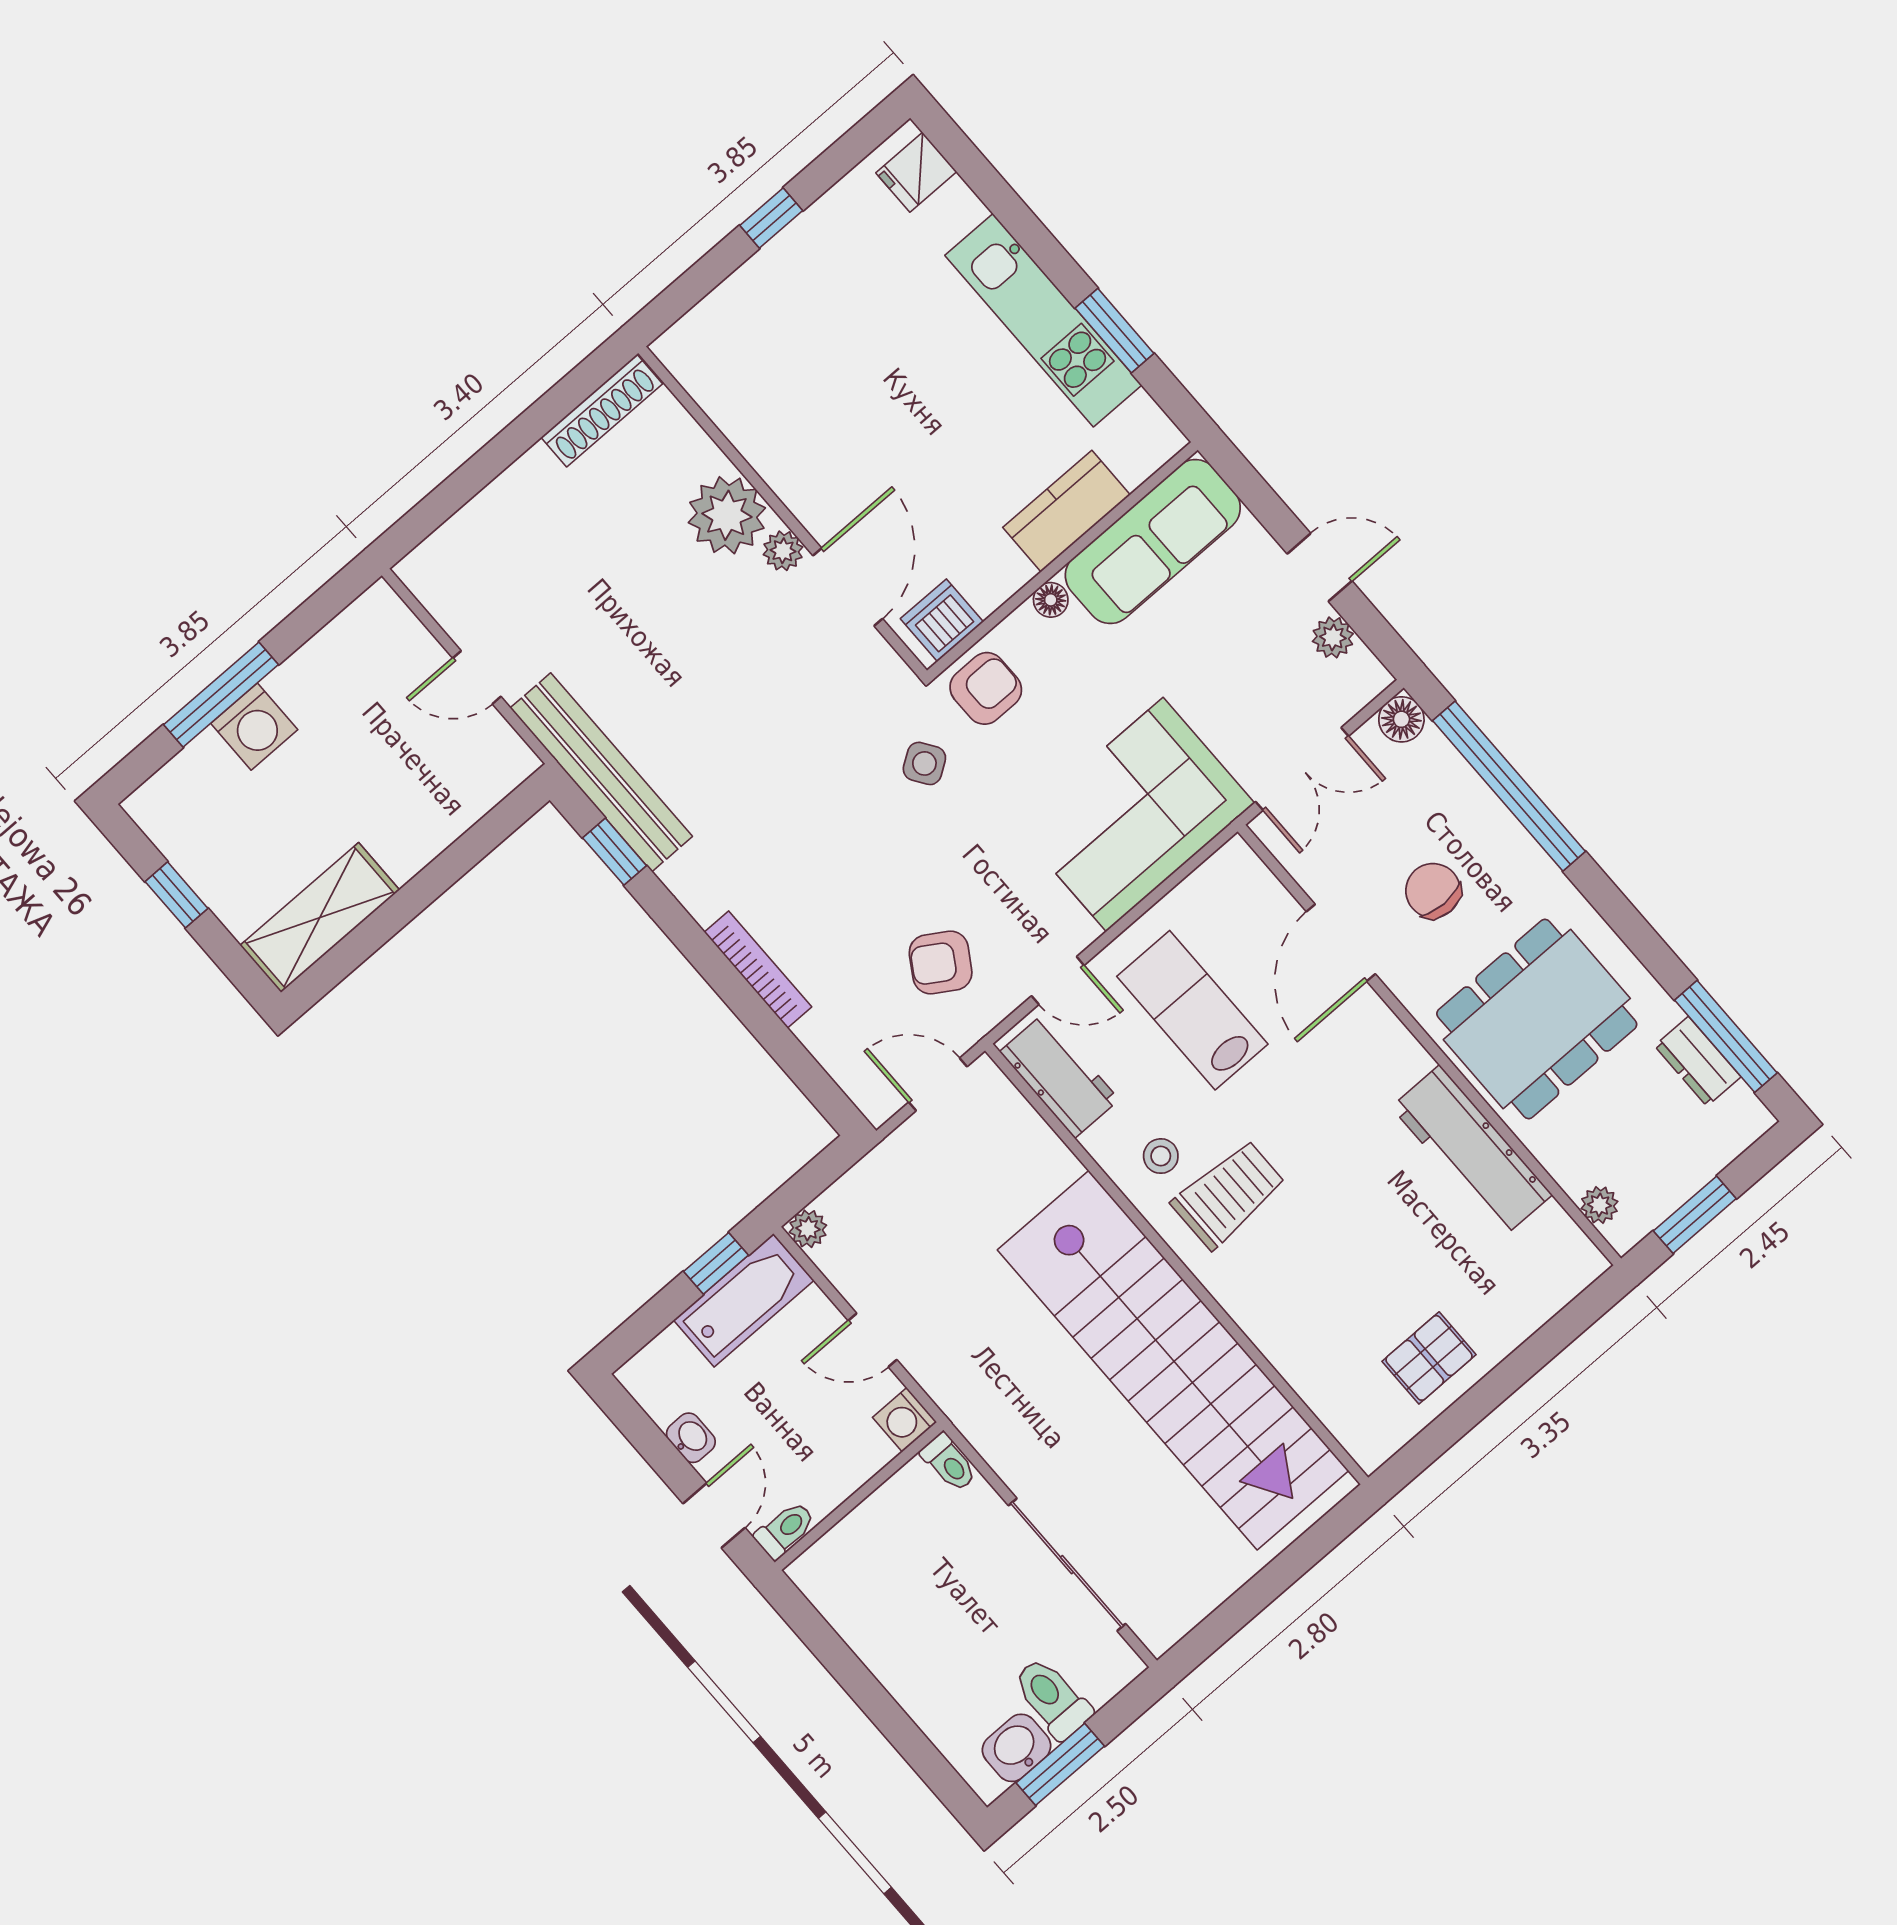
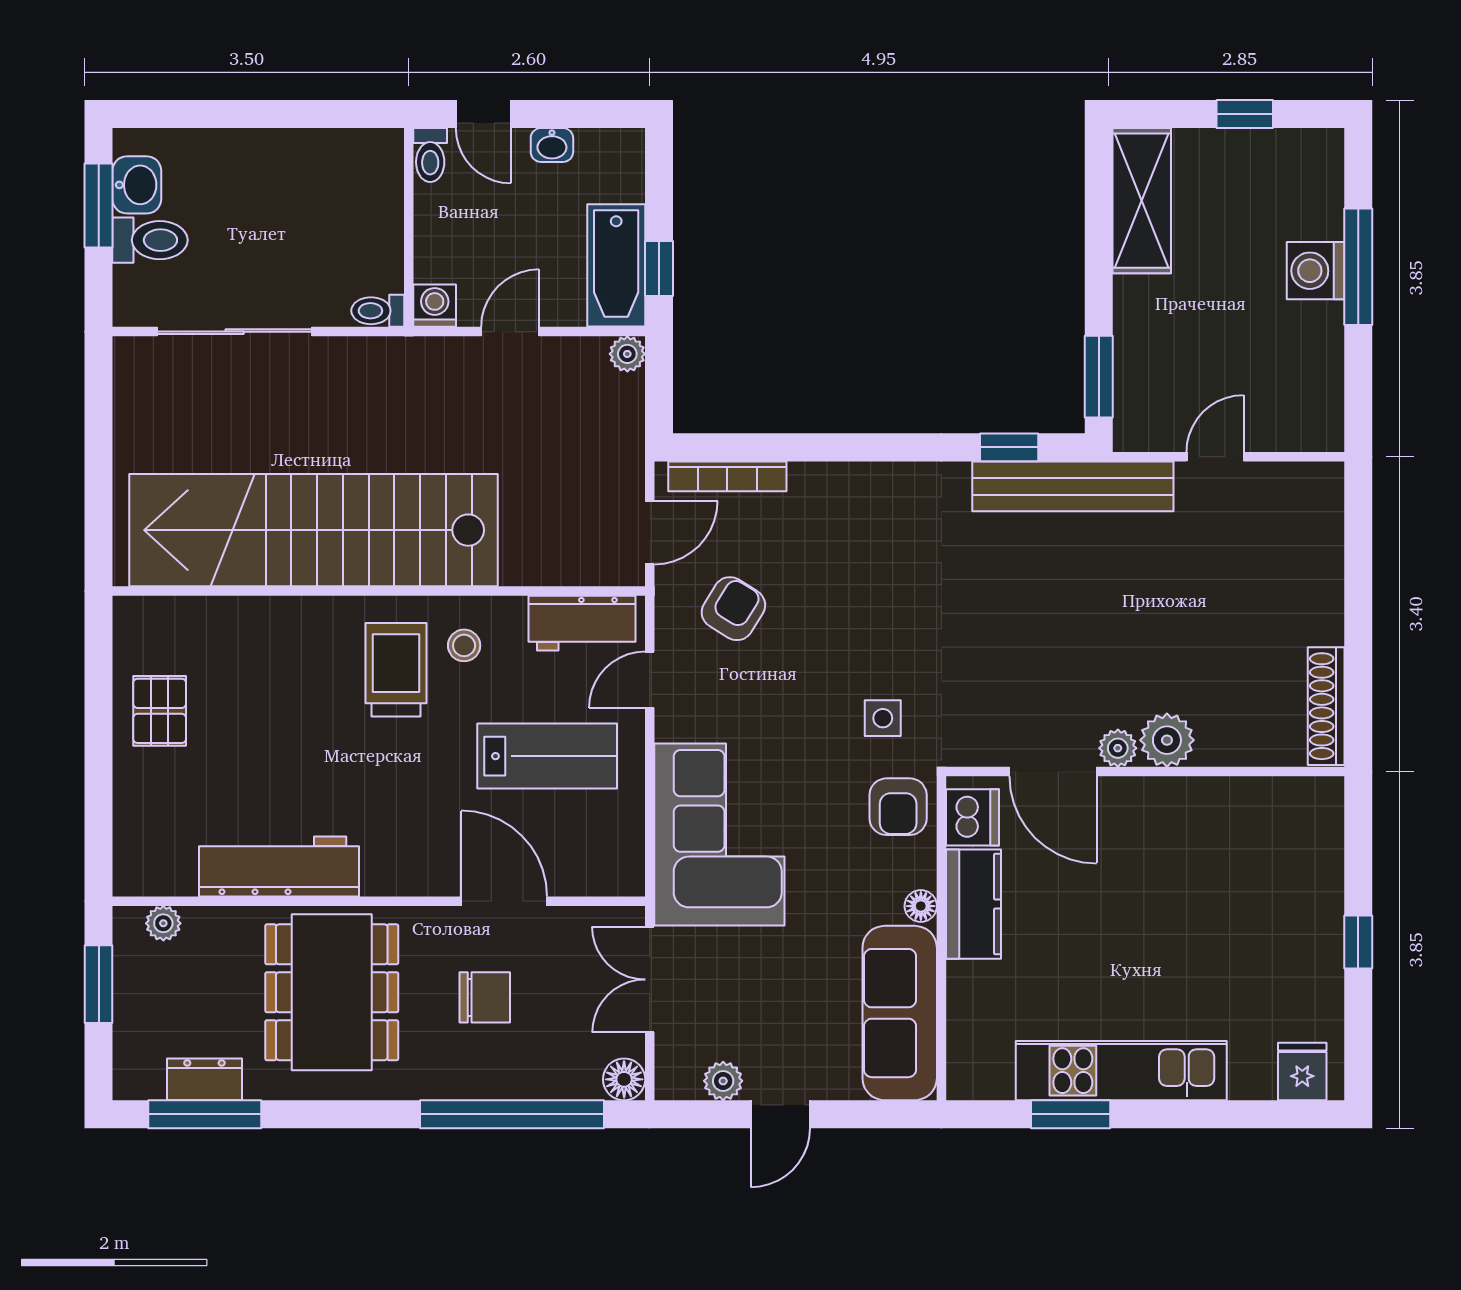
kitchen counter: (1066, 511) -> (973, 904), moved
plant: (727, 515) -> (1167, 740), width x0.73, depth x0.73
side table: (924, 763) -> (883, 718), turned 34
window: (494, 828) -> (1099, 377), added
bookcase: (758, 969) -> (727, 476), moved
trolley: (1229, 1194) -> (396, 670), turned 180

